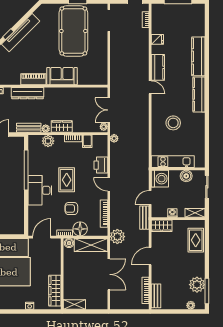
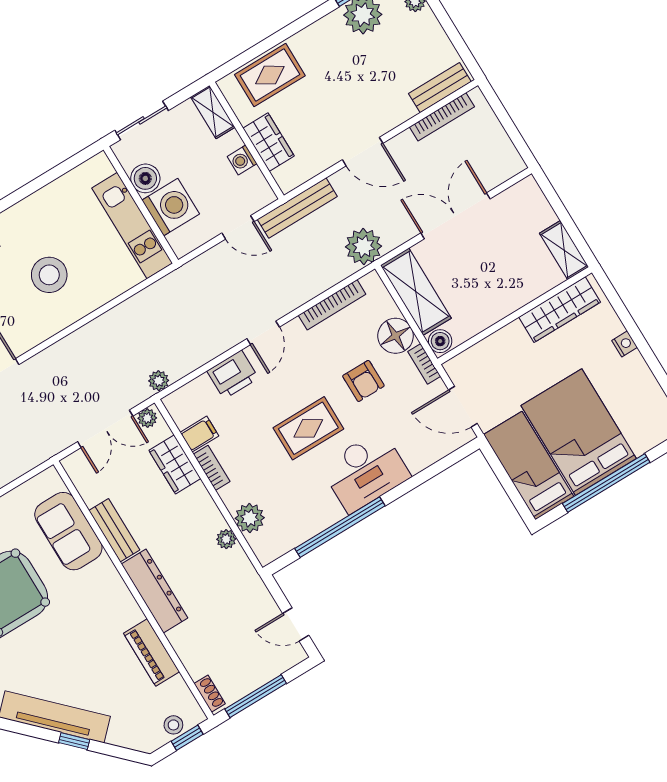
sofa: (62, 76) -> (68, 531), moved
piano: (33, 79) -> (151, 652), moved
dresser: (27, 93) -> (155, 591), moved
wardrobe: (62, 127) -> (175, 464), moved
bench: (29, 128) -> (114, 530), moved
washing machine: (160, 179) -> (171, 207), moved, turned 90
bench: (144, 218) -> (297, 208), width x1.36
wardrobe: (162, 226) -> (269, 142), moved

